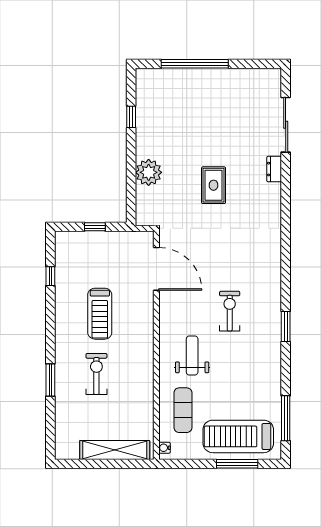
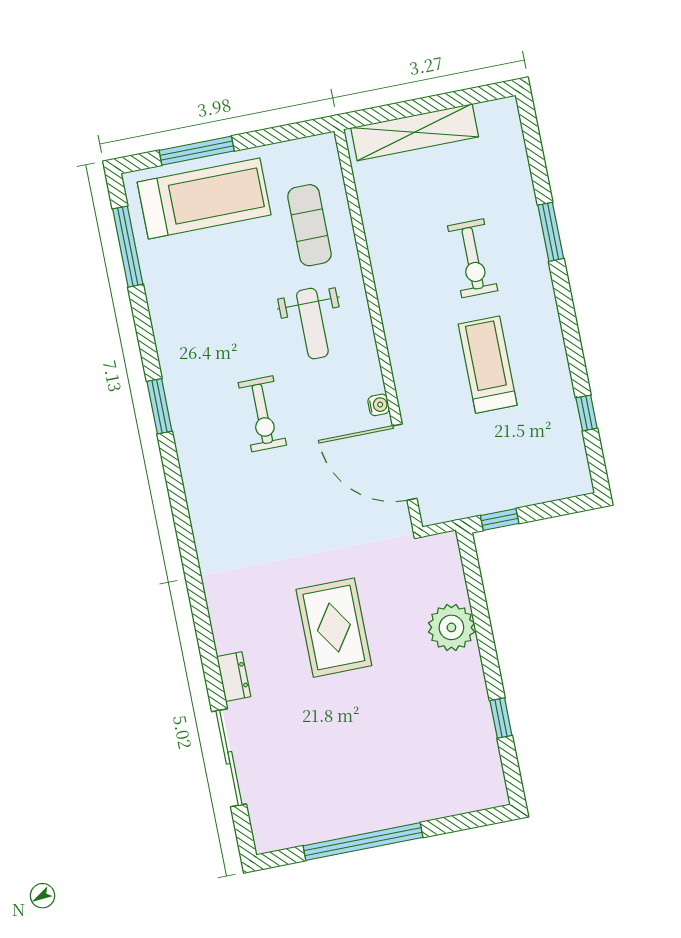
window: (195, 64) -> (363, 842), moved
rug: (214, 185) -> (334, 628), width x1.36, depth x1.43
window: (95, 227) -> (500, 519), moved
water cooler: (164, 448) -> (379, 405), moved

